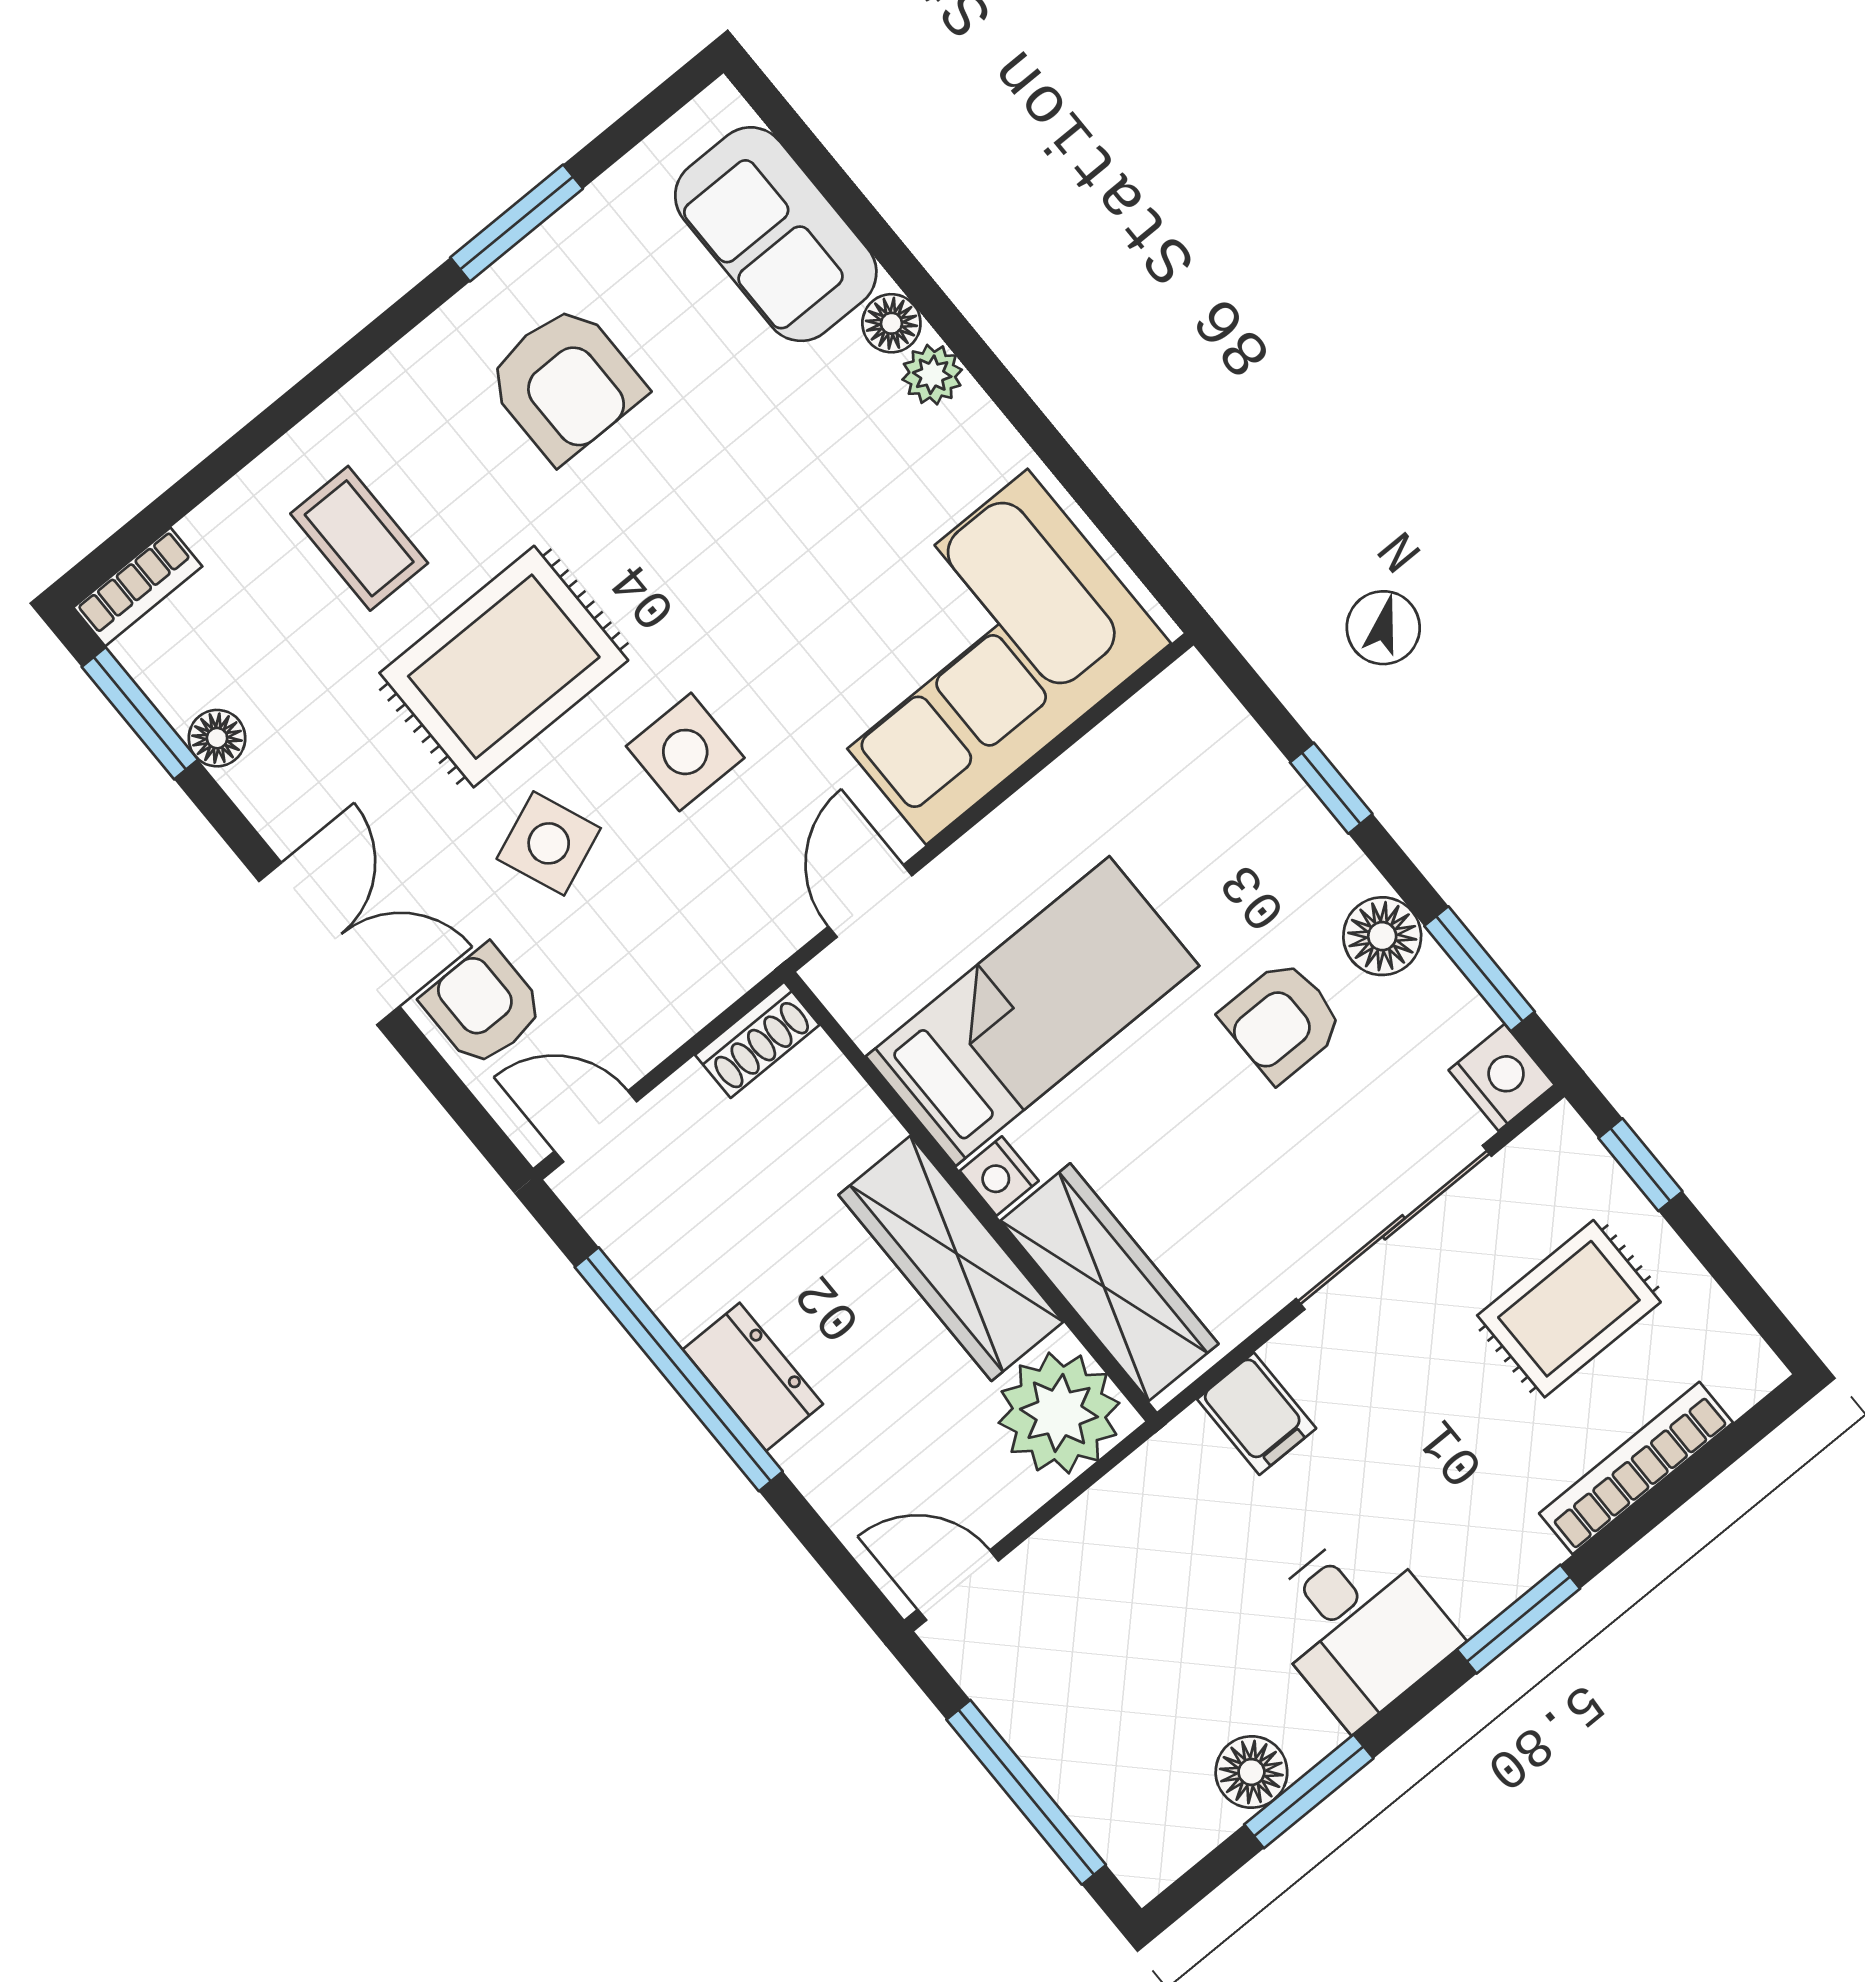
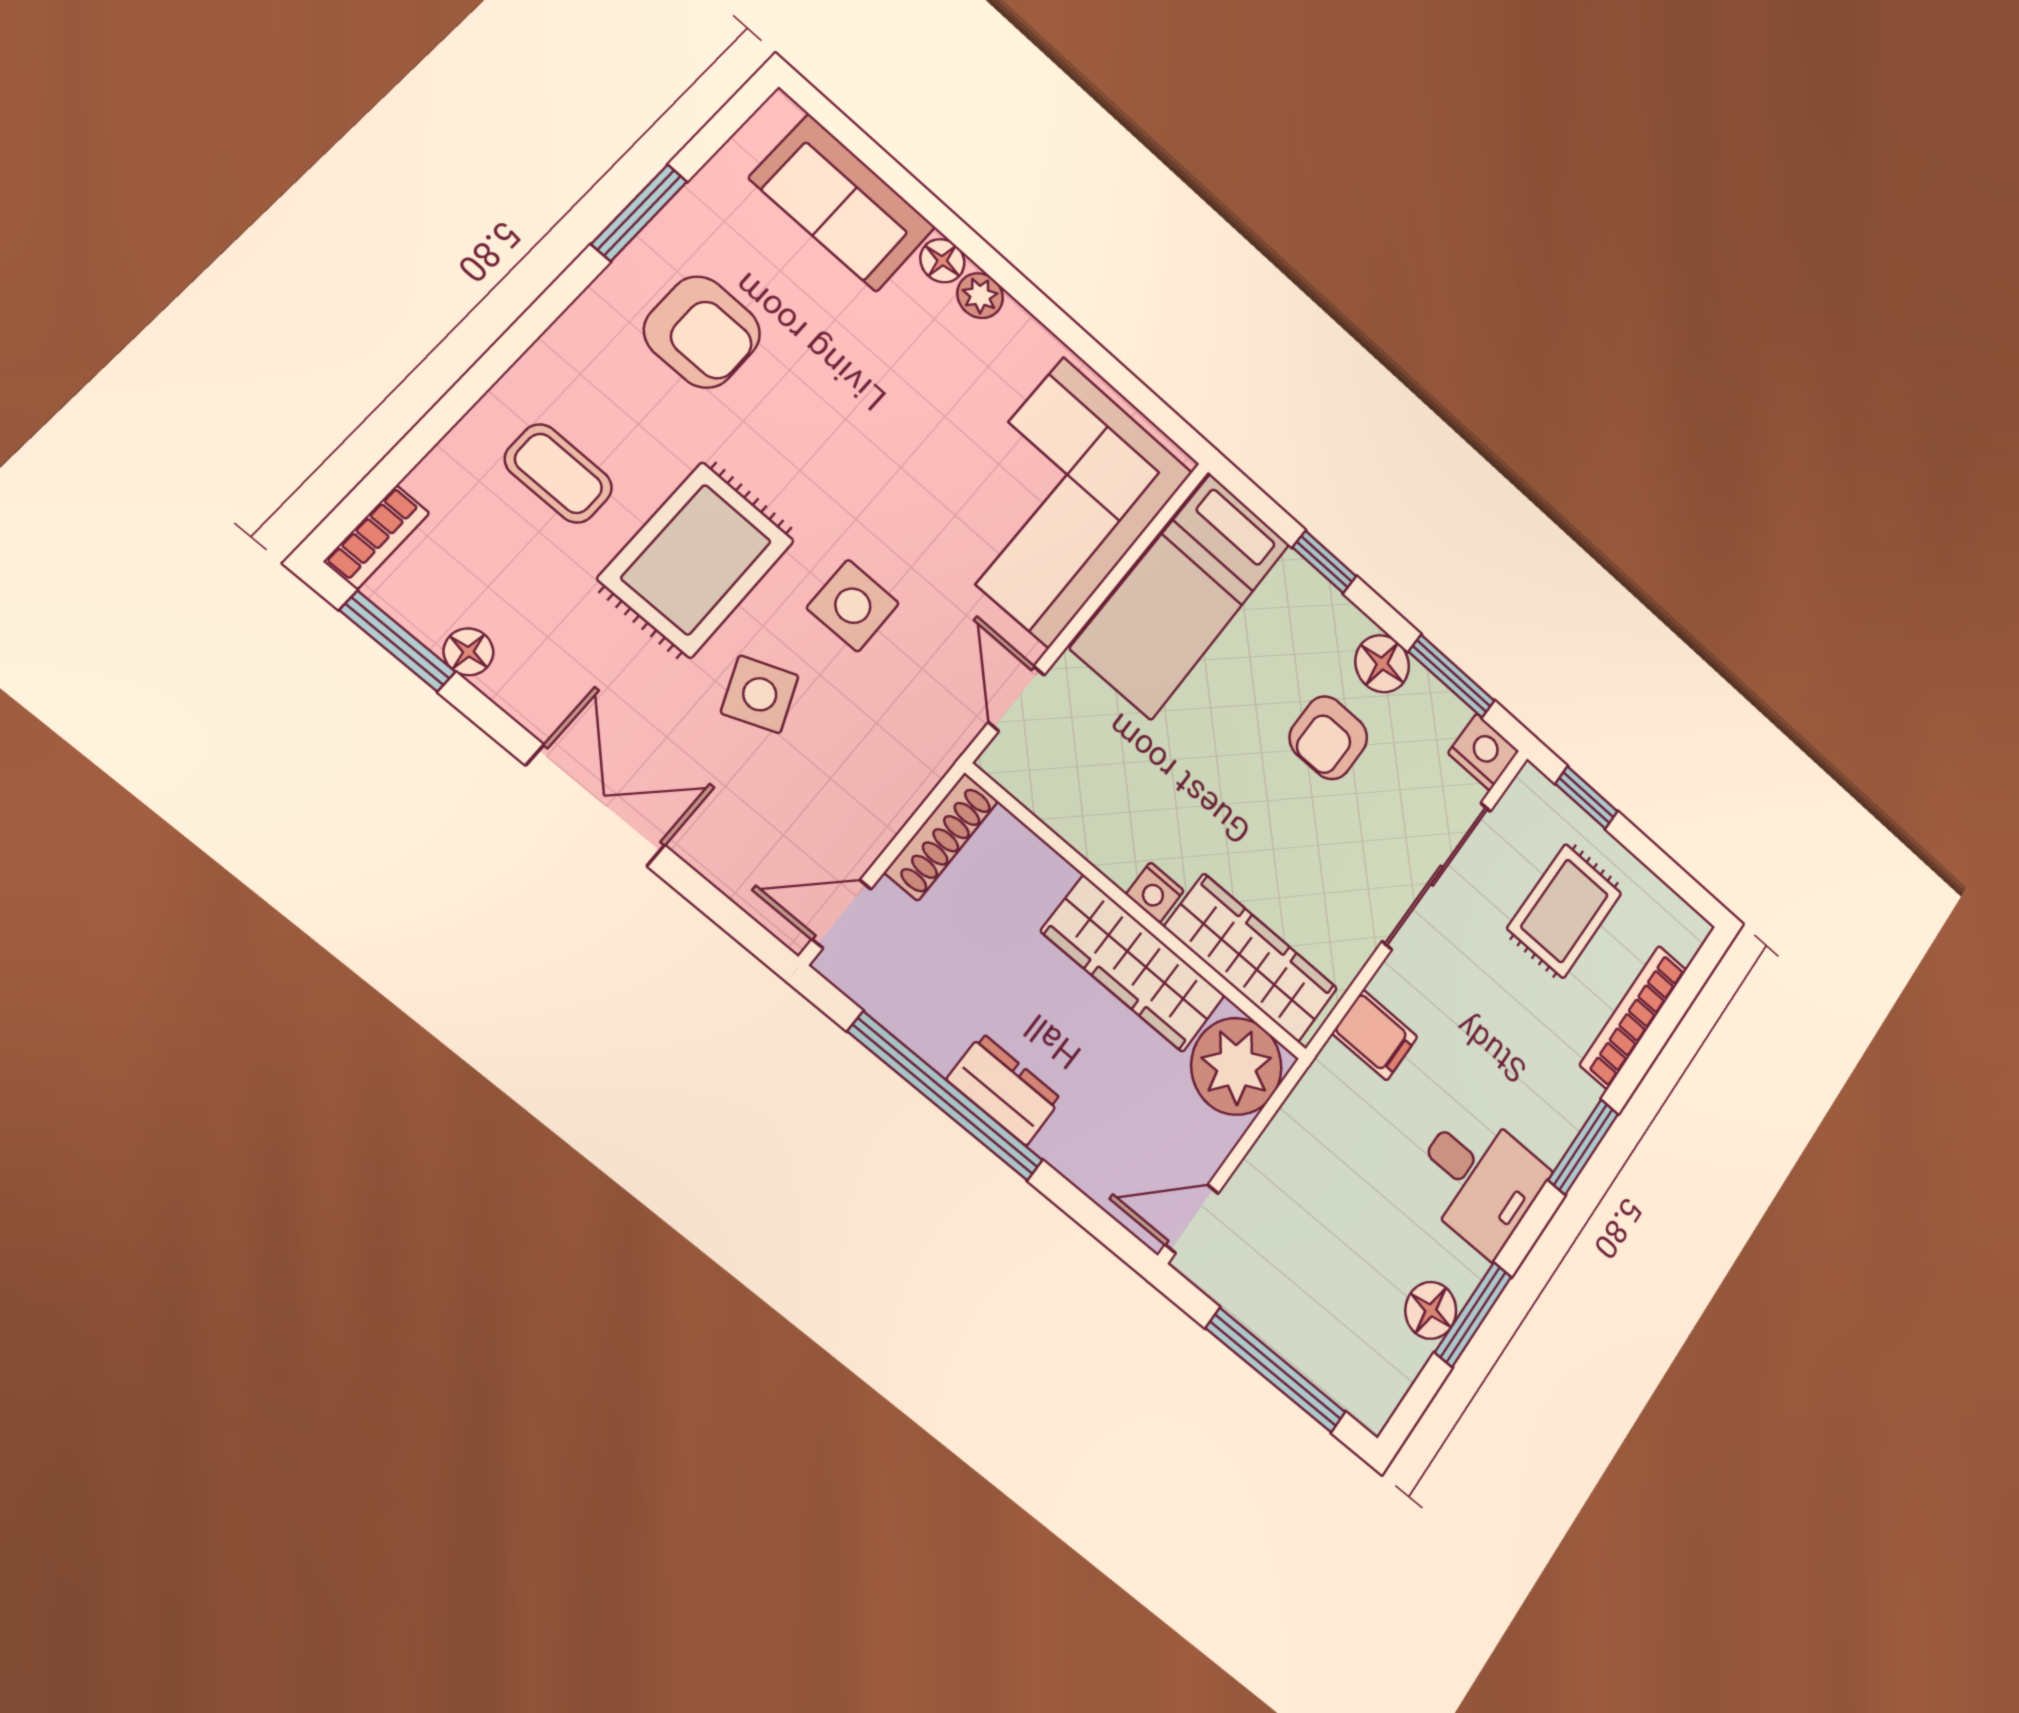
armchair: (483, 1006) -> (732, 834), removed
bed: (1033, 1011) -> (1181, 596), moved, turned 180
shoe rack: (757, 1040) -> (941, 836), width x1.43

